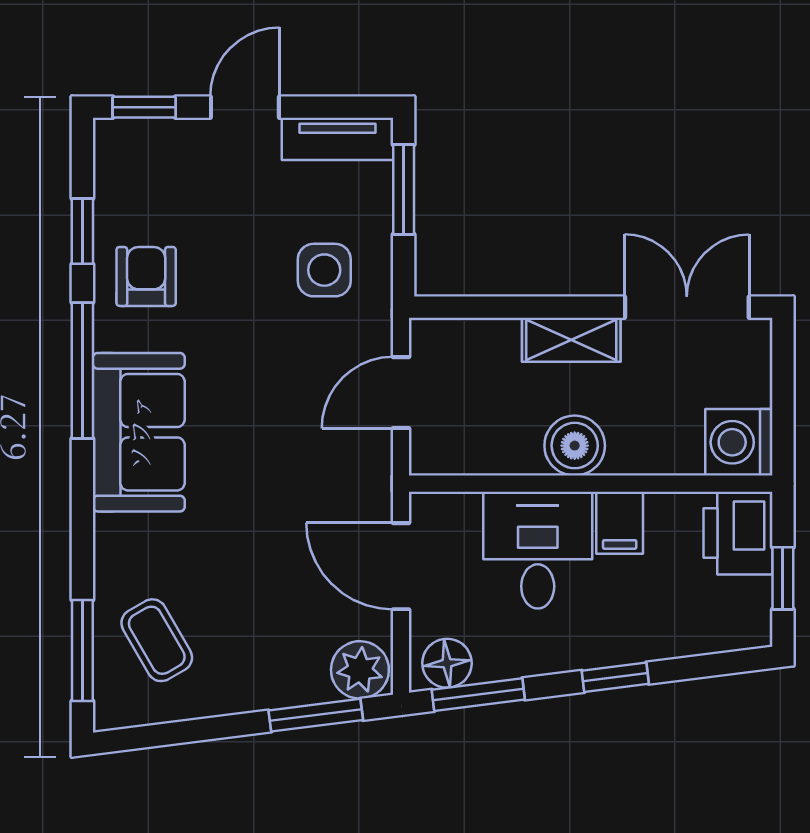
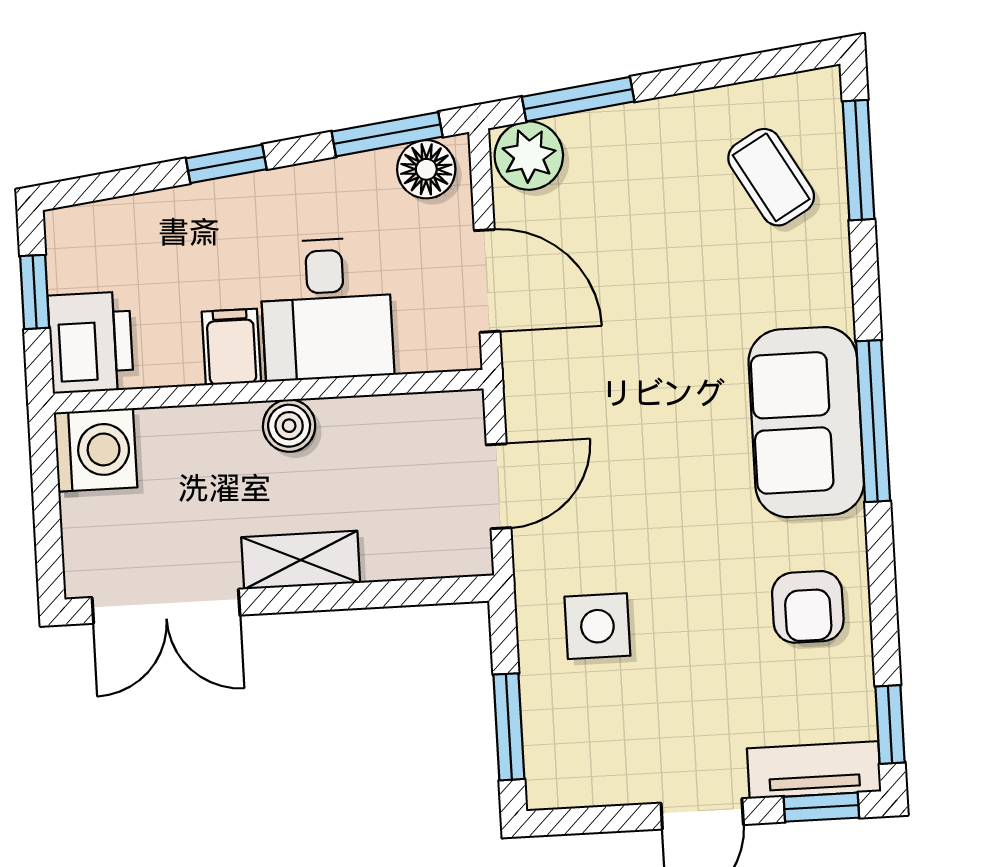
tv unit: (337, 139) -> (814, 770), moved
window: (82, 231) -> (890, 724), moved
window: (82, 371) -> (873, 421), moved
boiler: (575, 446) -> (289, 426), width x0.73, depth x0.73

